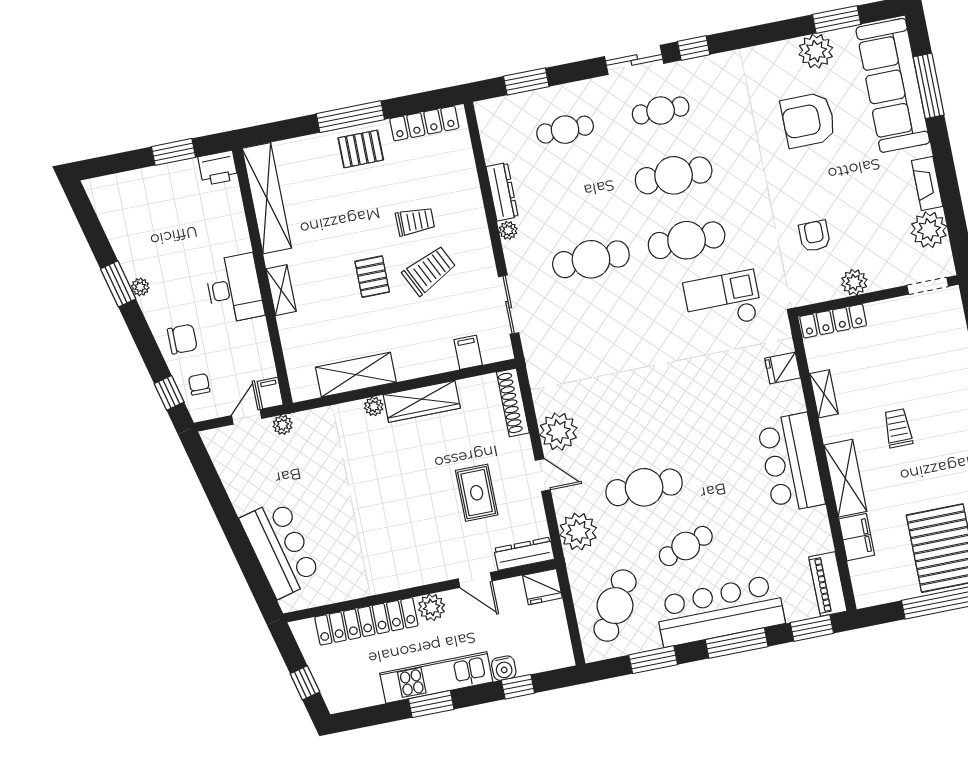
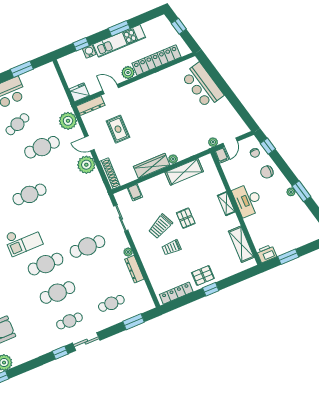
window: (350, 117) -> (211, 289), width x0.46
shelving: (267, 198) -> (241, 244), width x0.68
cafe table: (615, 606) -> (29, 194), moved, turned 59

